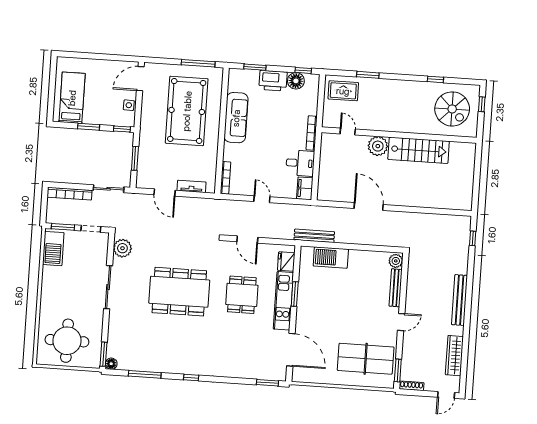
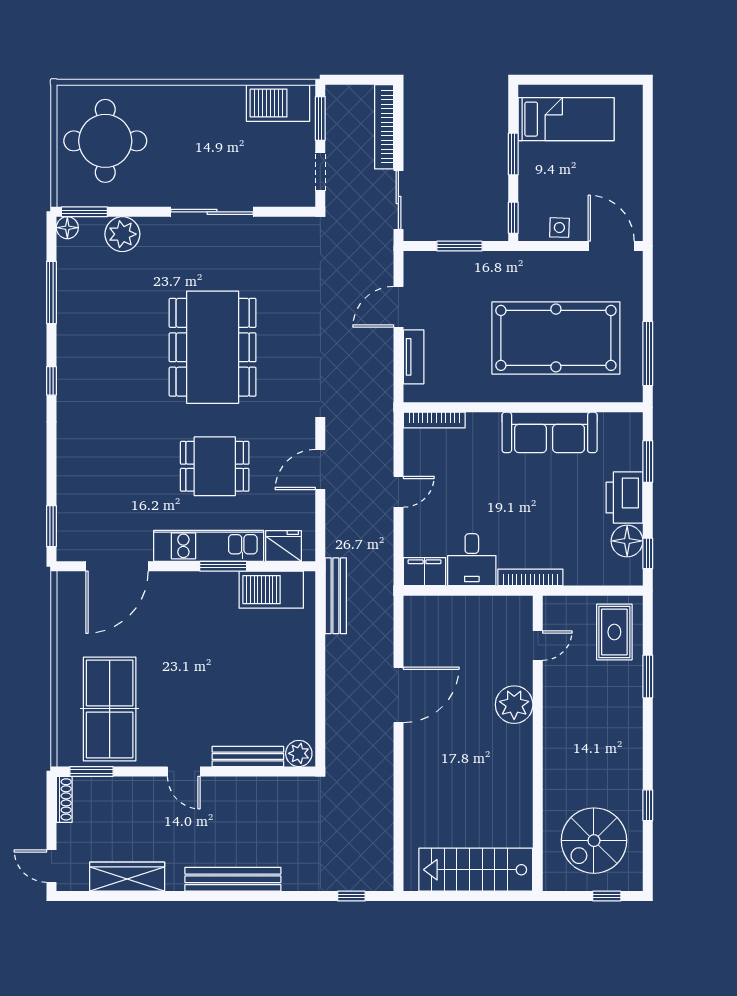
stairs: (419, 150) -> (476, 870), moved, turned 90
plant: (122, 248) -> (122, 234), moved
barbecue: (331, 258) -> (271, 590), moved, turned -90

